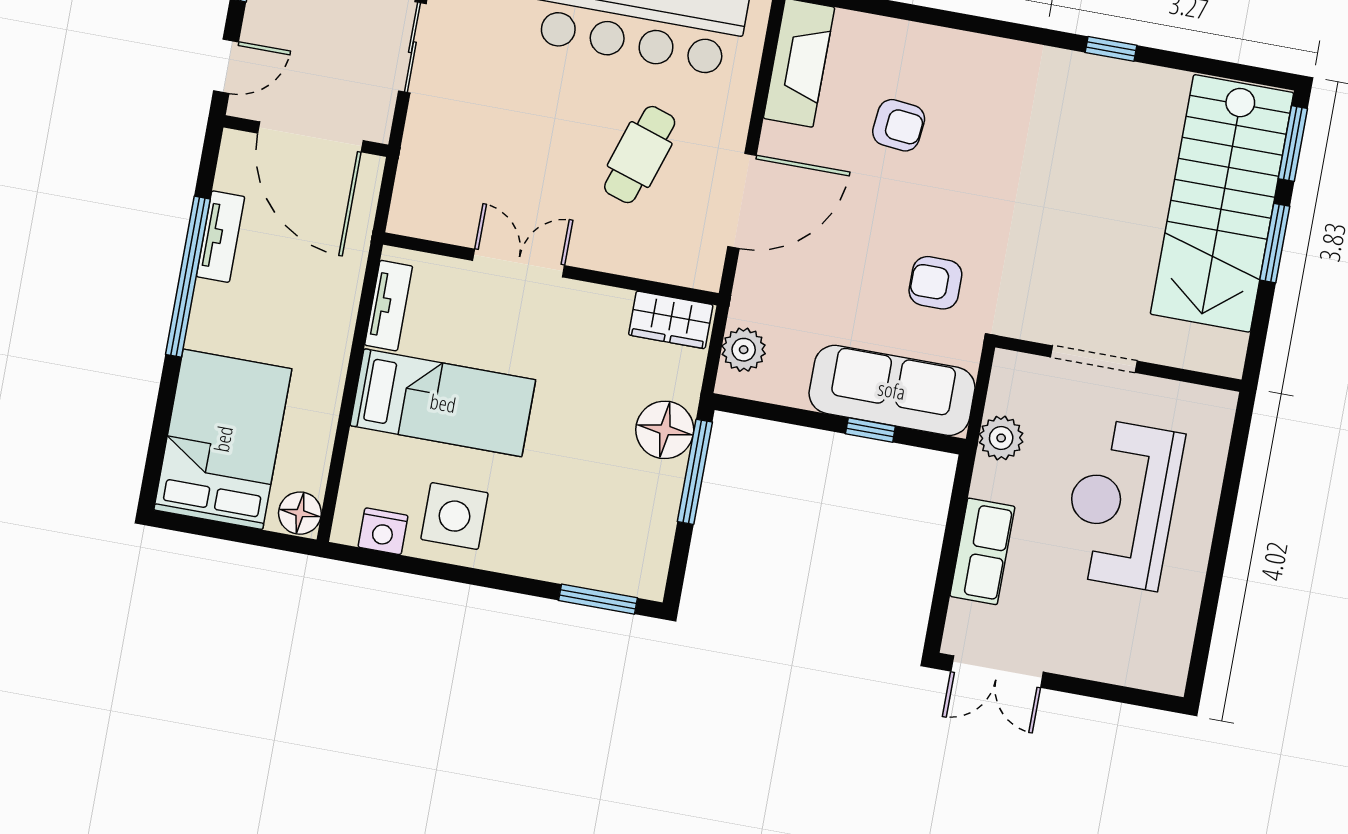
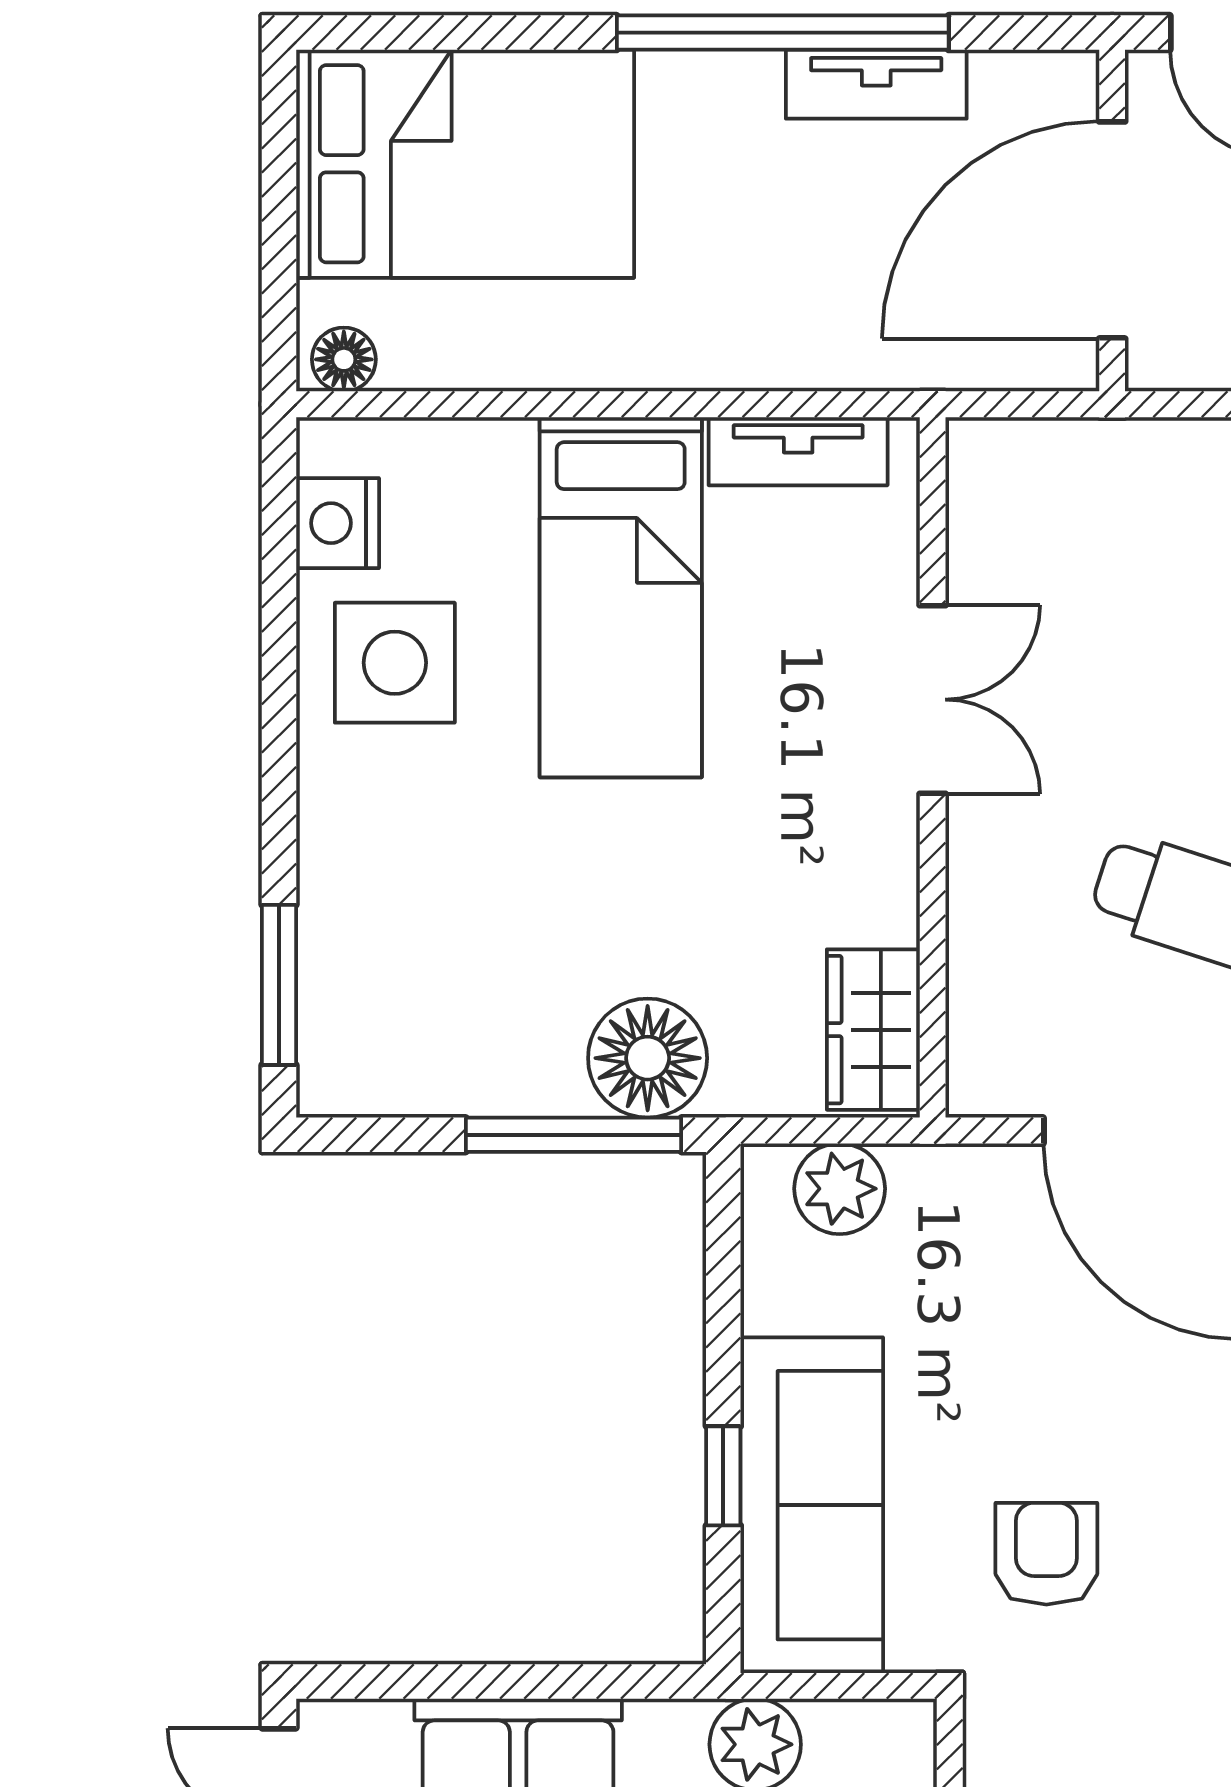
floor lamp: (300, 513) -> (344, 359), width x0.73, depth x0.73

